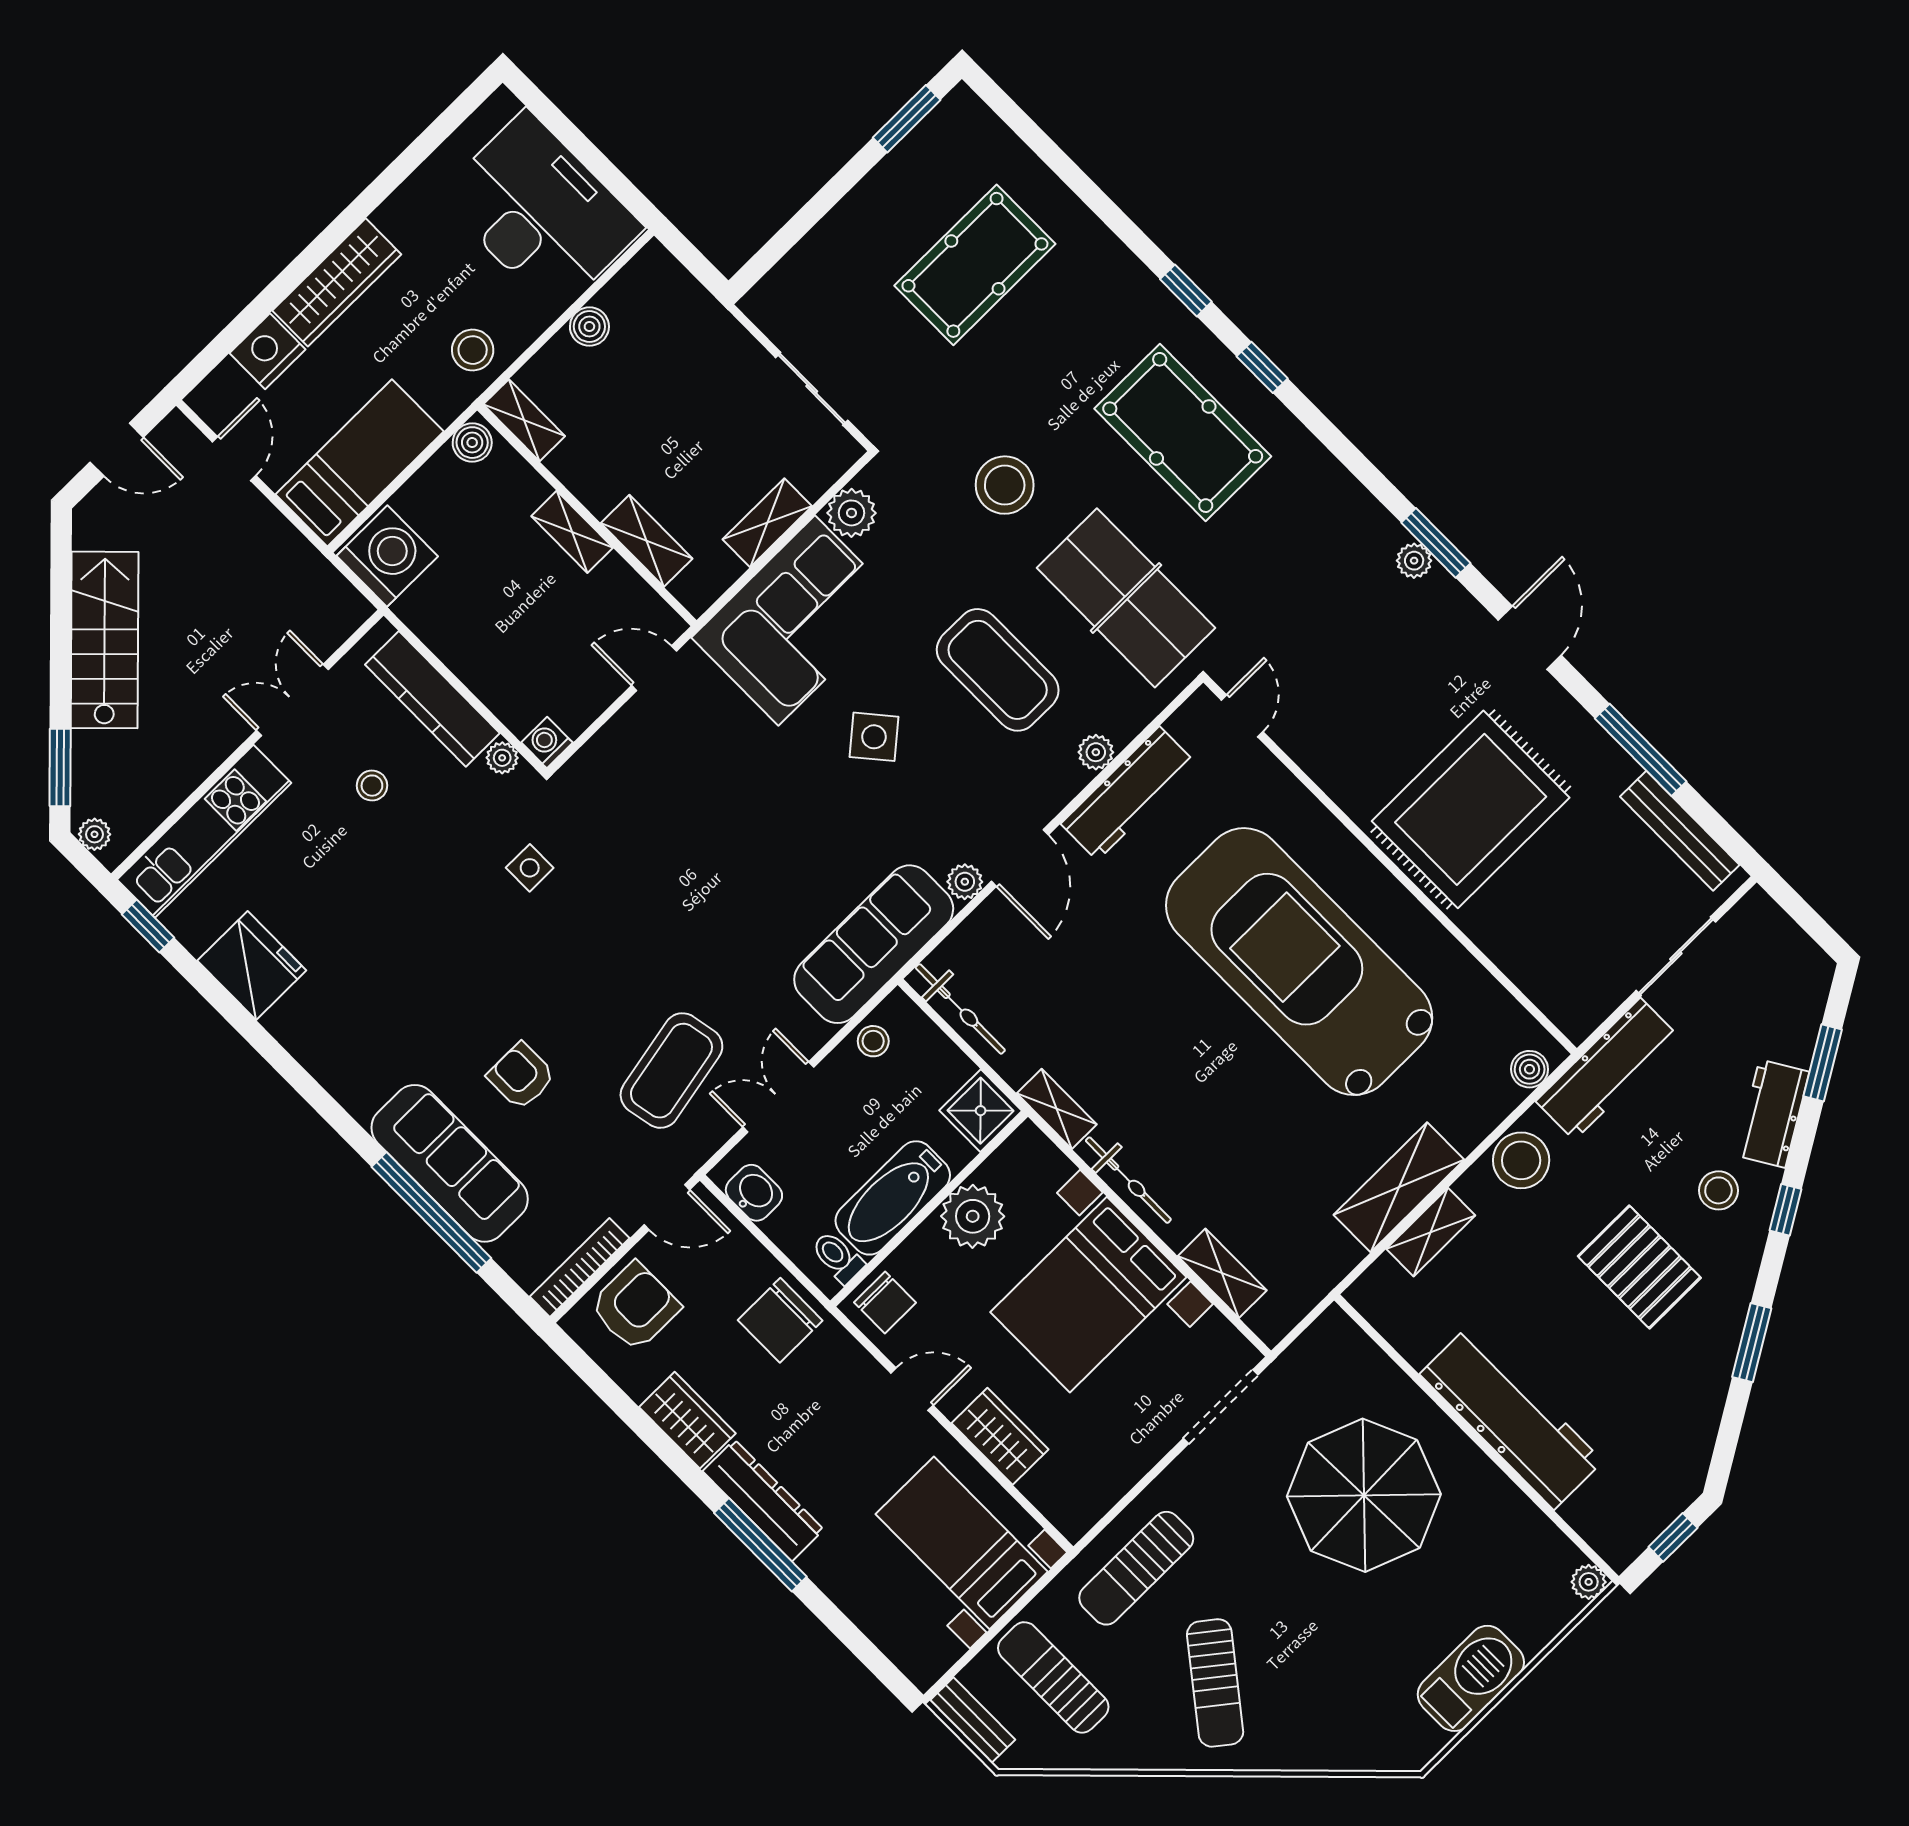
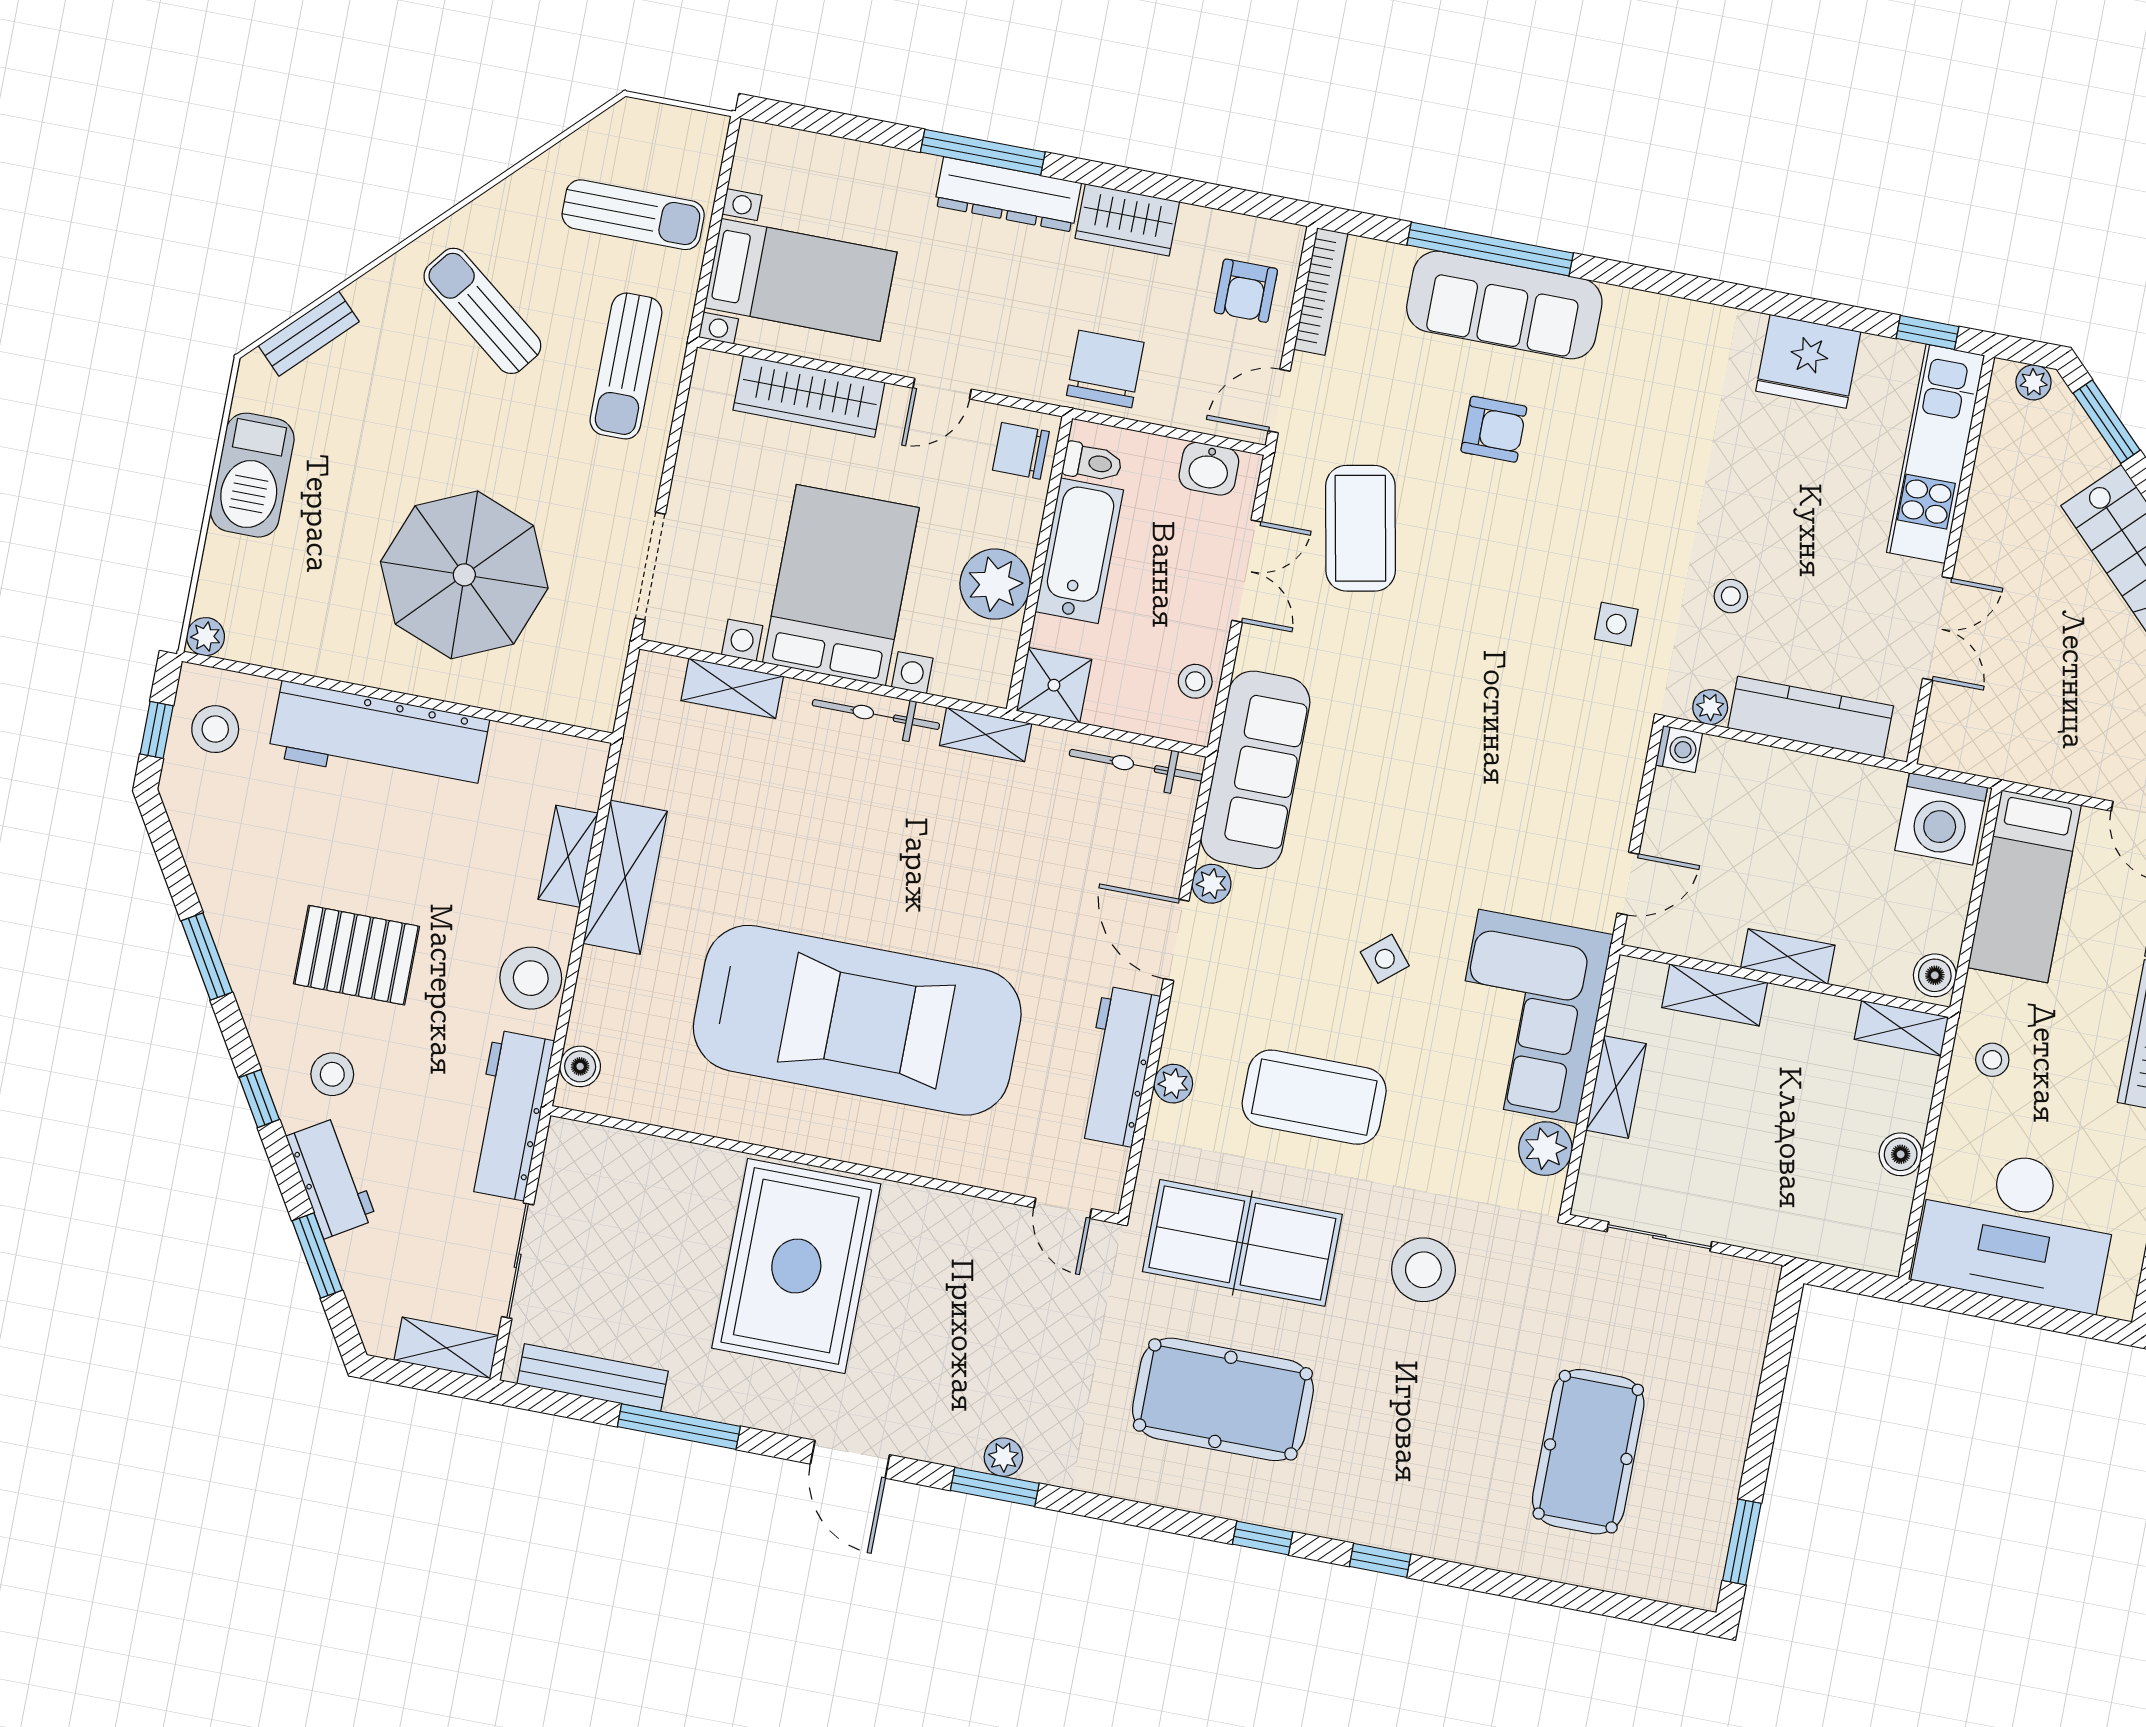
stool: (473, 350) -> (1992, 1060), width x0.73, depth x0.73
pool table: (1183, 432) -> (1223, 1399), moved
side table: (874, 737) -> (1385, 959), width x0.73, depth x0.73
stool: (372, 786) -> (1731, 596), moved
shelving: (1774, 928) -> (446, 1348), added
armchair: (635, 1307) -> (1246, 291), width x0.72, depth x0.72
wardrobe: (1000, 1436) -> (809, 396), width x1.50
stool: (1629, 1508) -> (215, 729), added
sun lounger: (1136, 1568) -> (626, 366), turned 180
bench: (972, 1720) -> (309, 334), moved, turned -45

